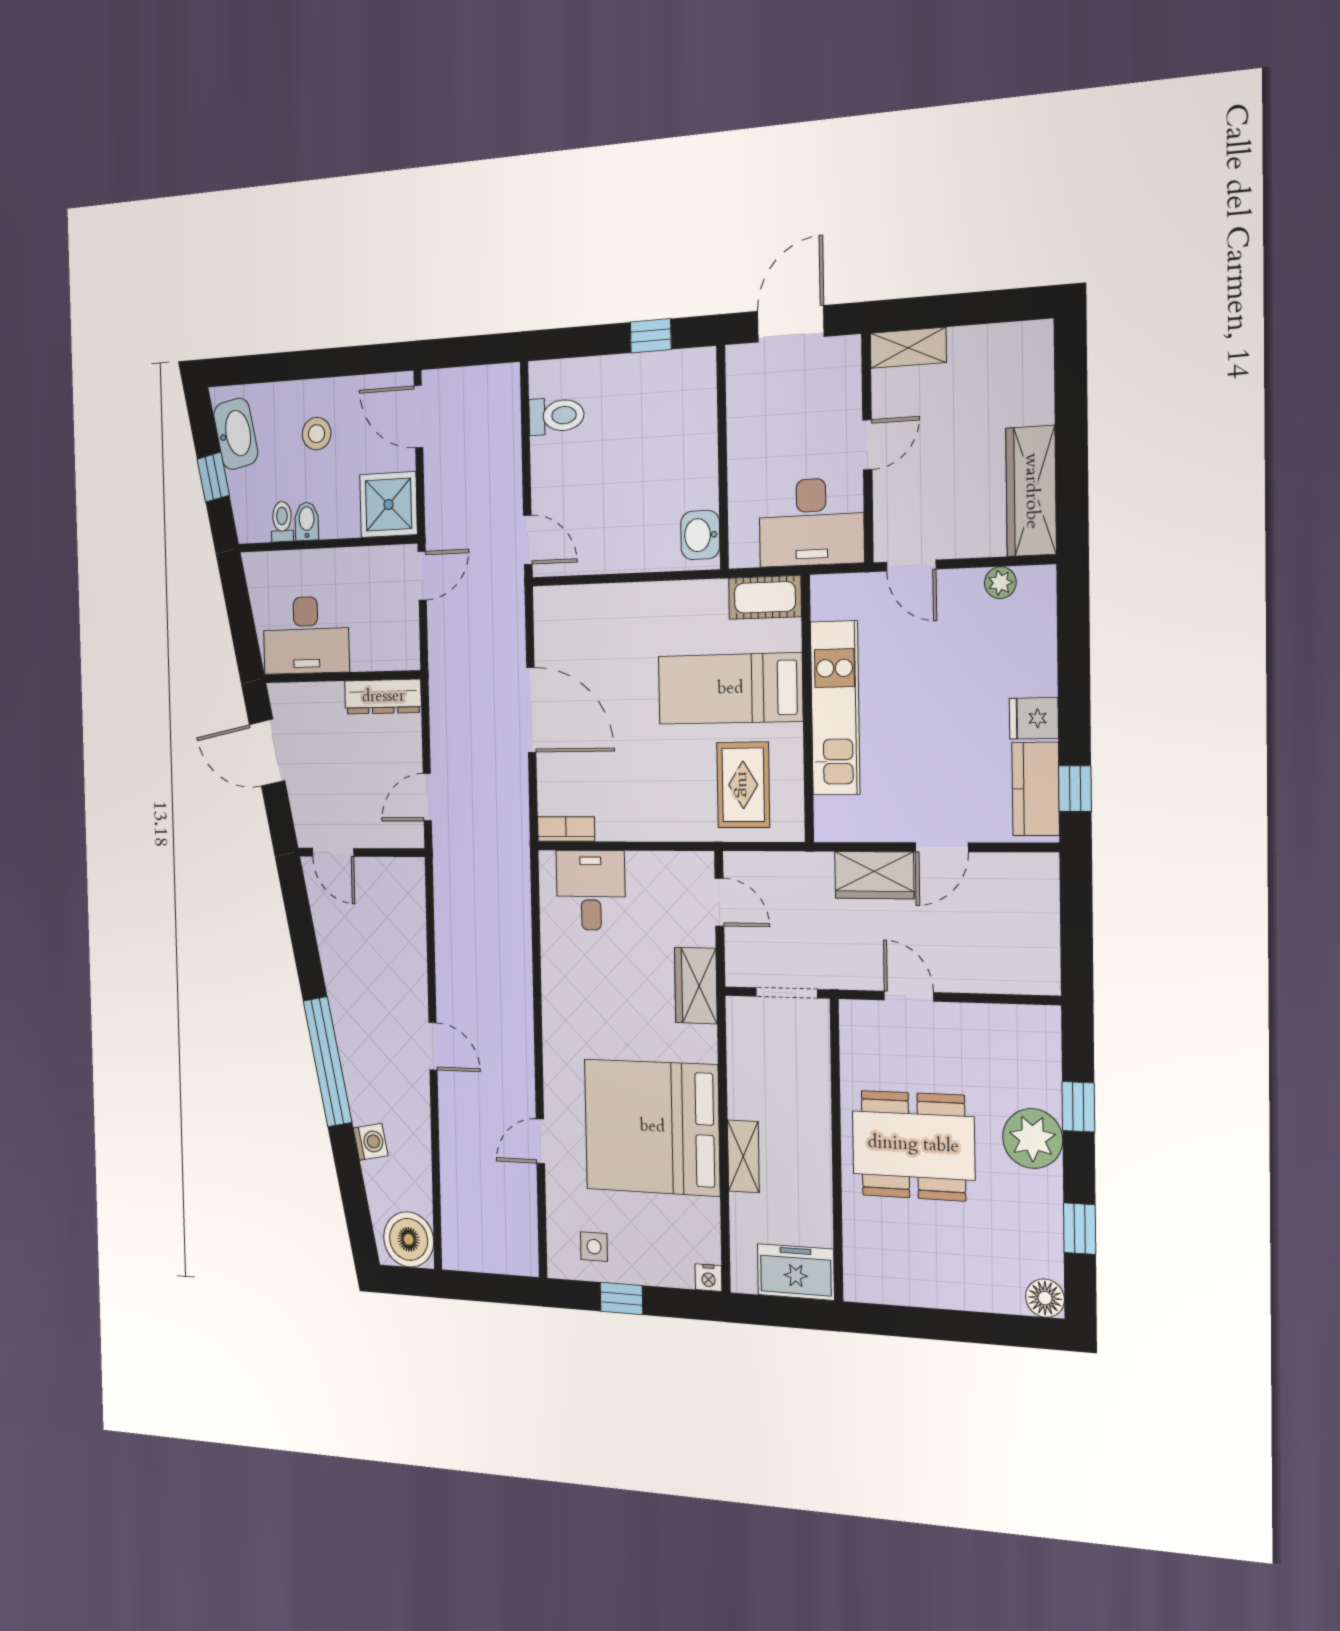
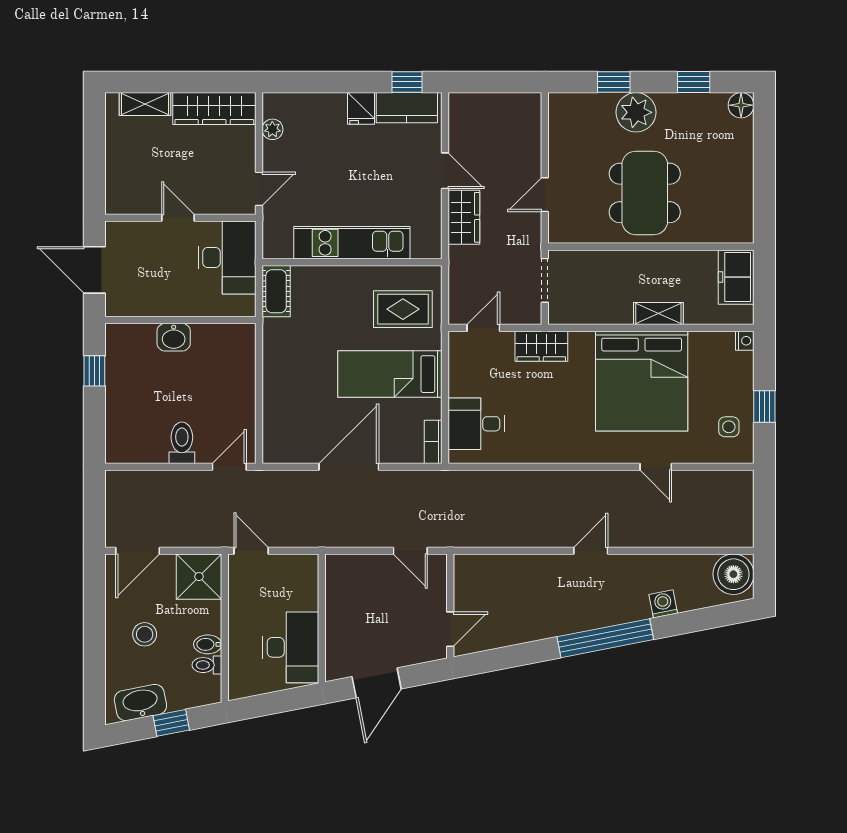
shelving: (908, 348) -> (145, 104), moved, turned 90
toilet: (556, 416) -> (182, 443), moved
washbasin: (700, 535) -> (174, 337), moved
bed: (730, 689) -> (390, 374), moved, turned 90
dresser: (383, 697) -> (337, 585), removed

